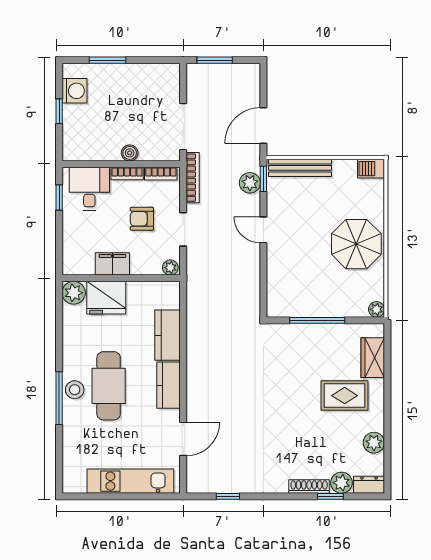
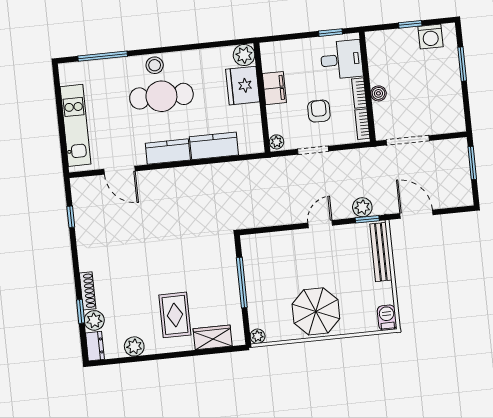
bookcase: (193, 178) -> (362, 154), removed
window: (59, 398) -> (103, 56), moved

